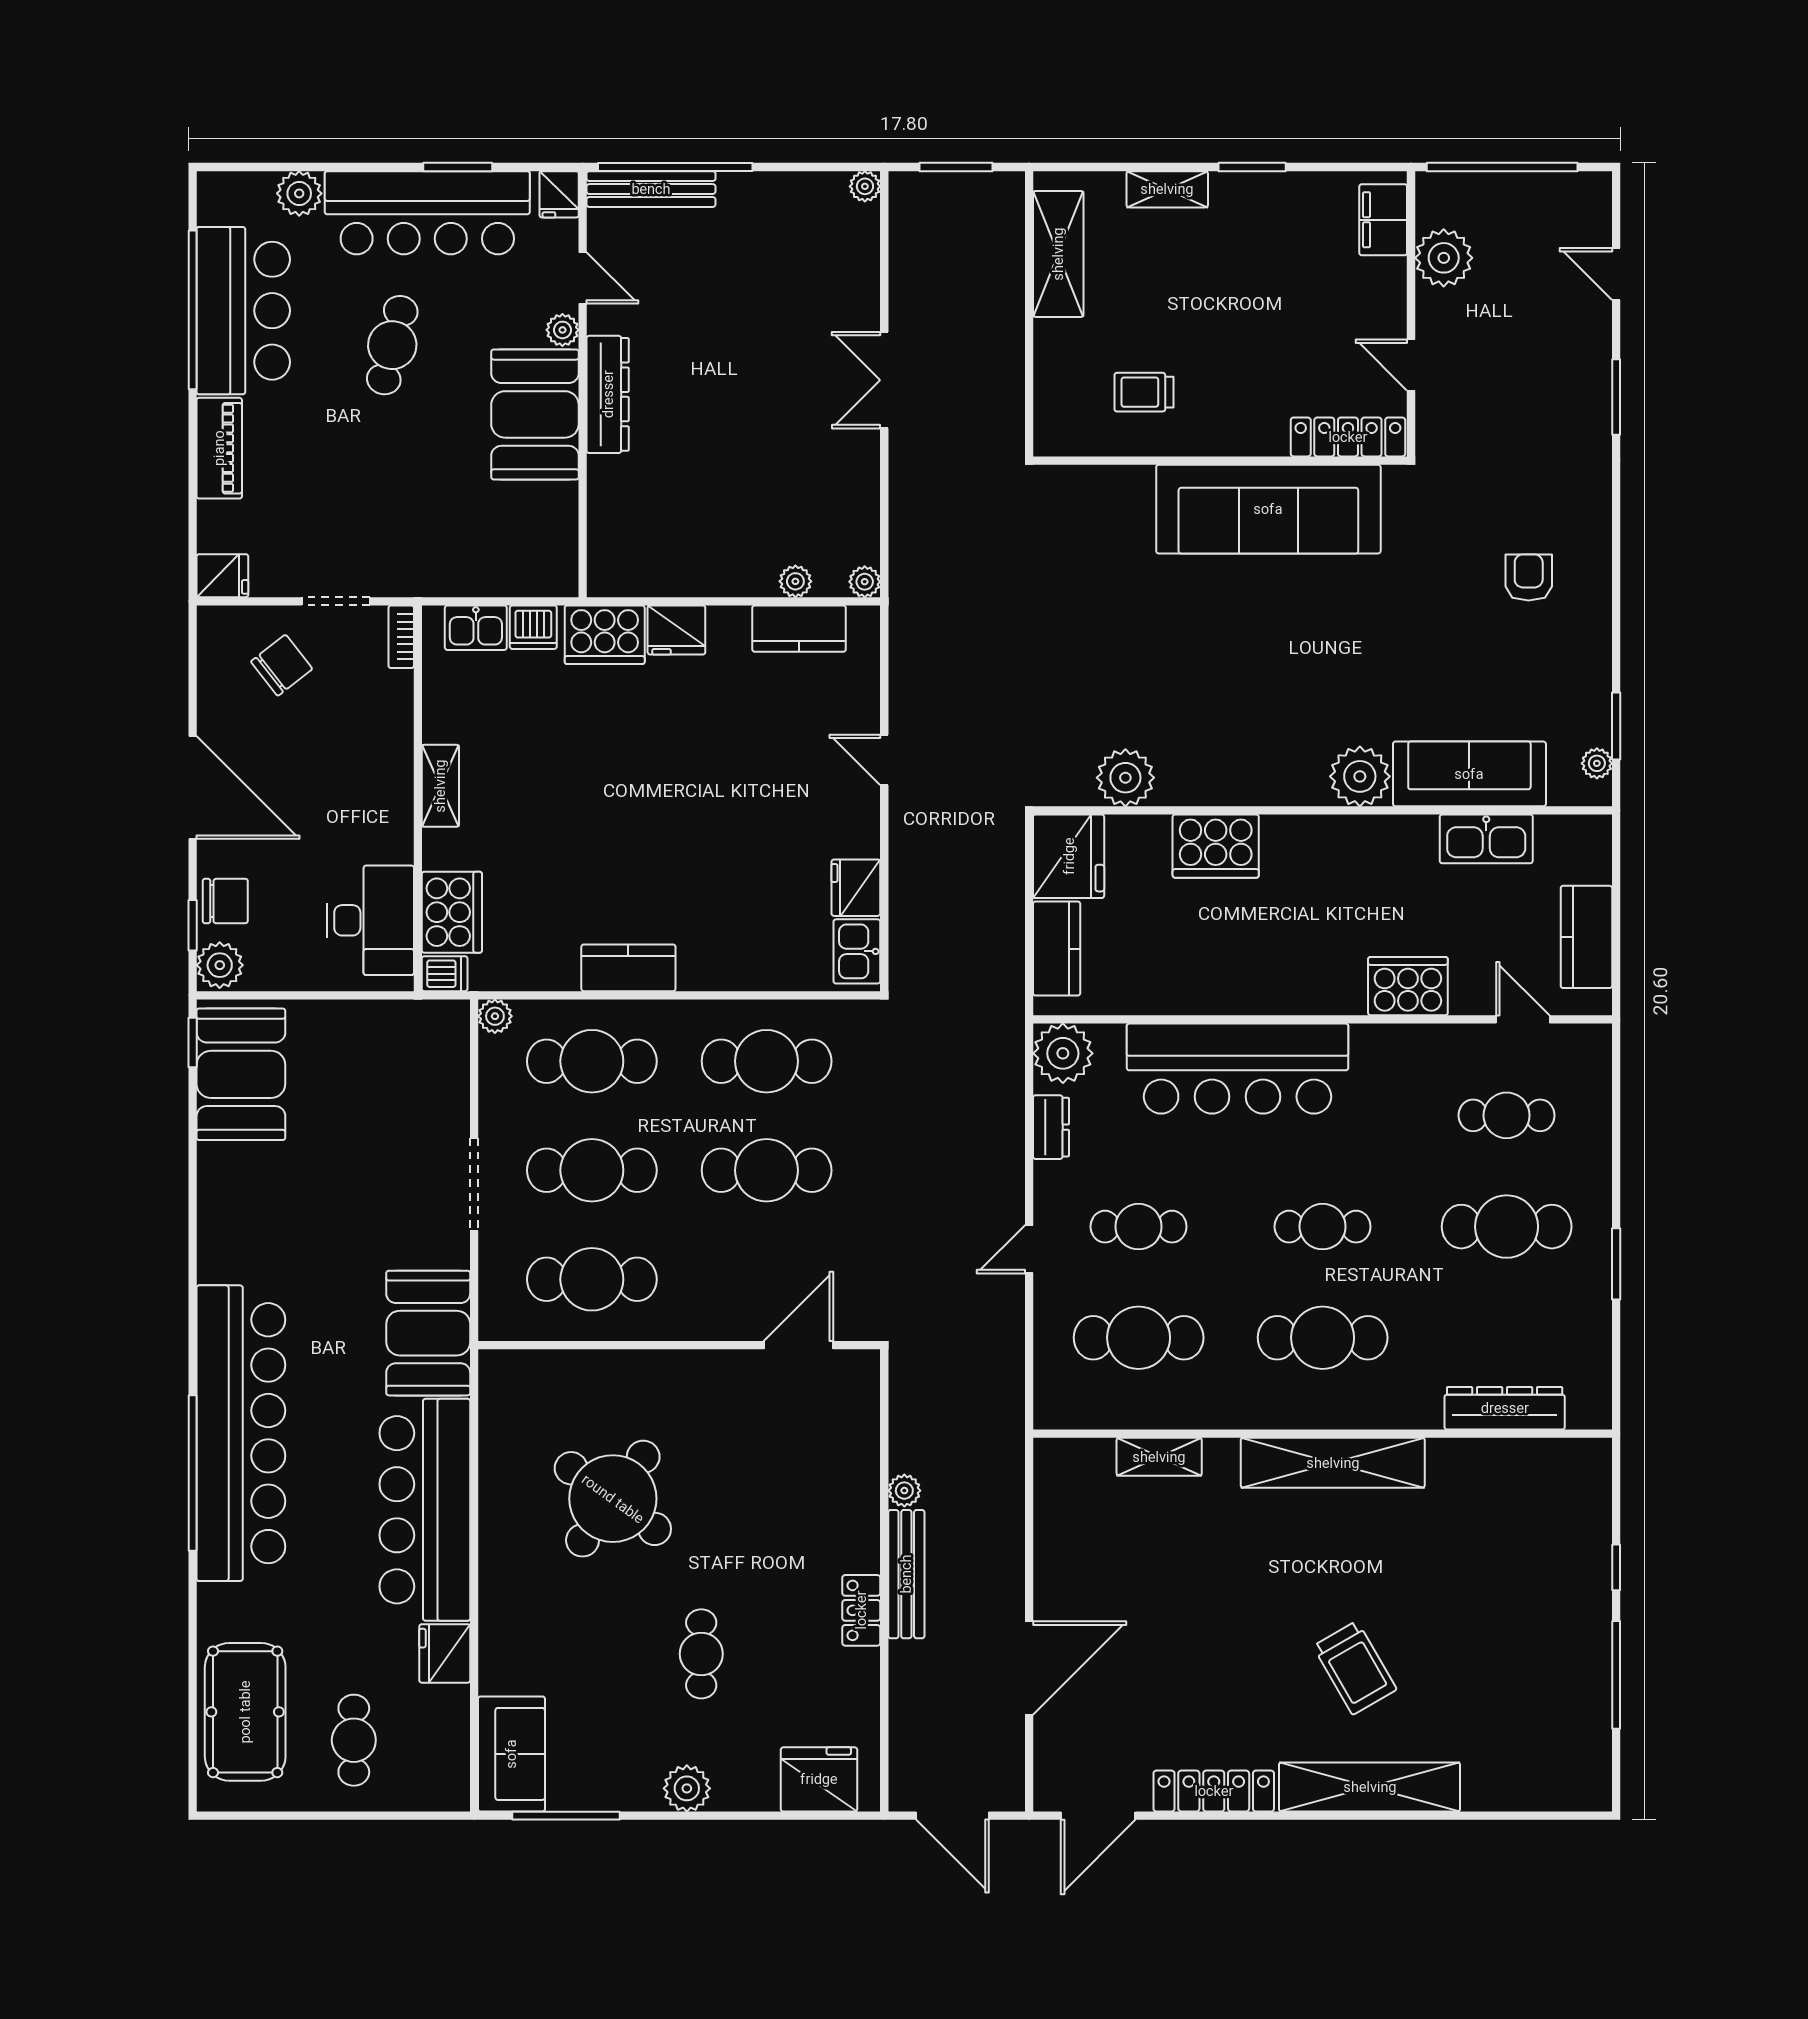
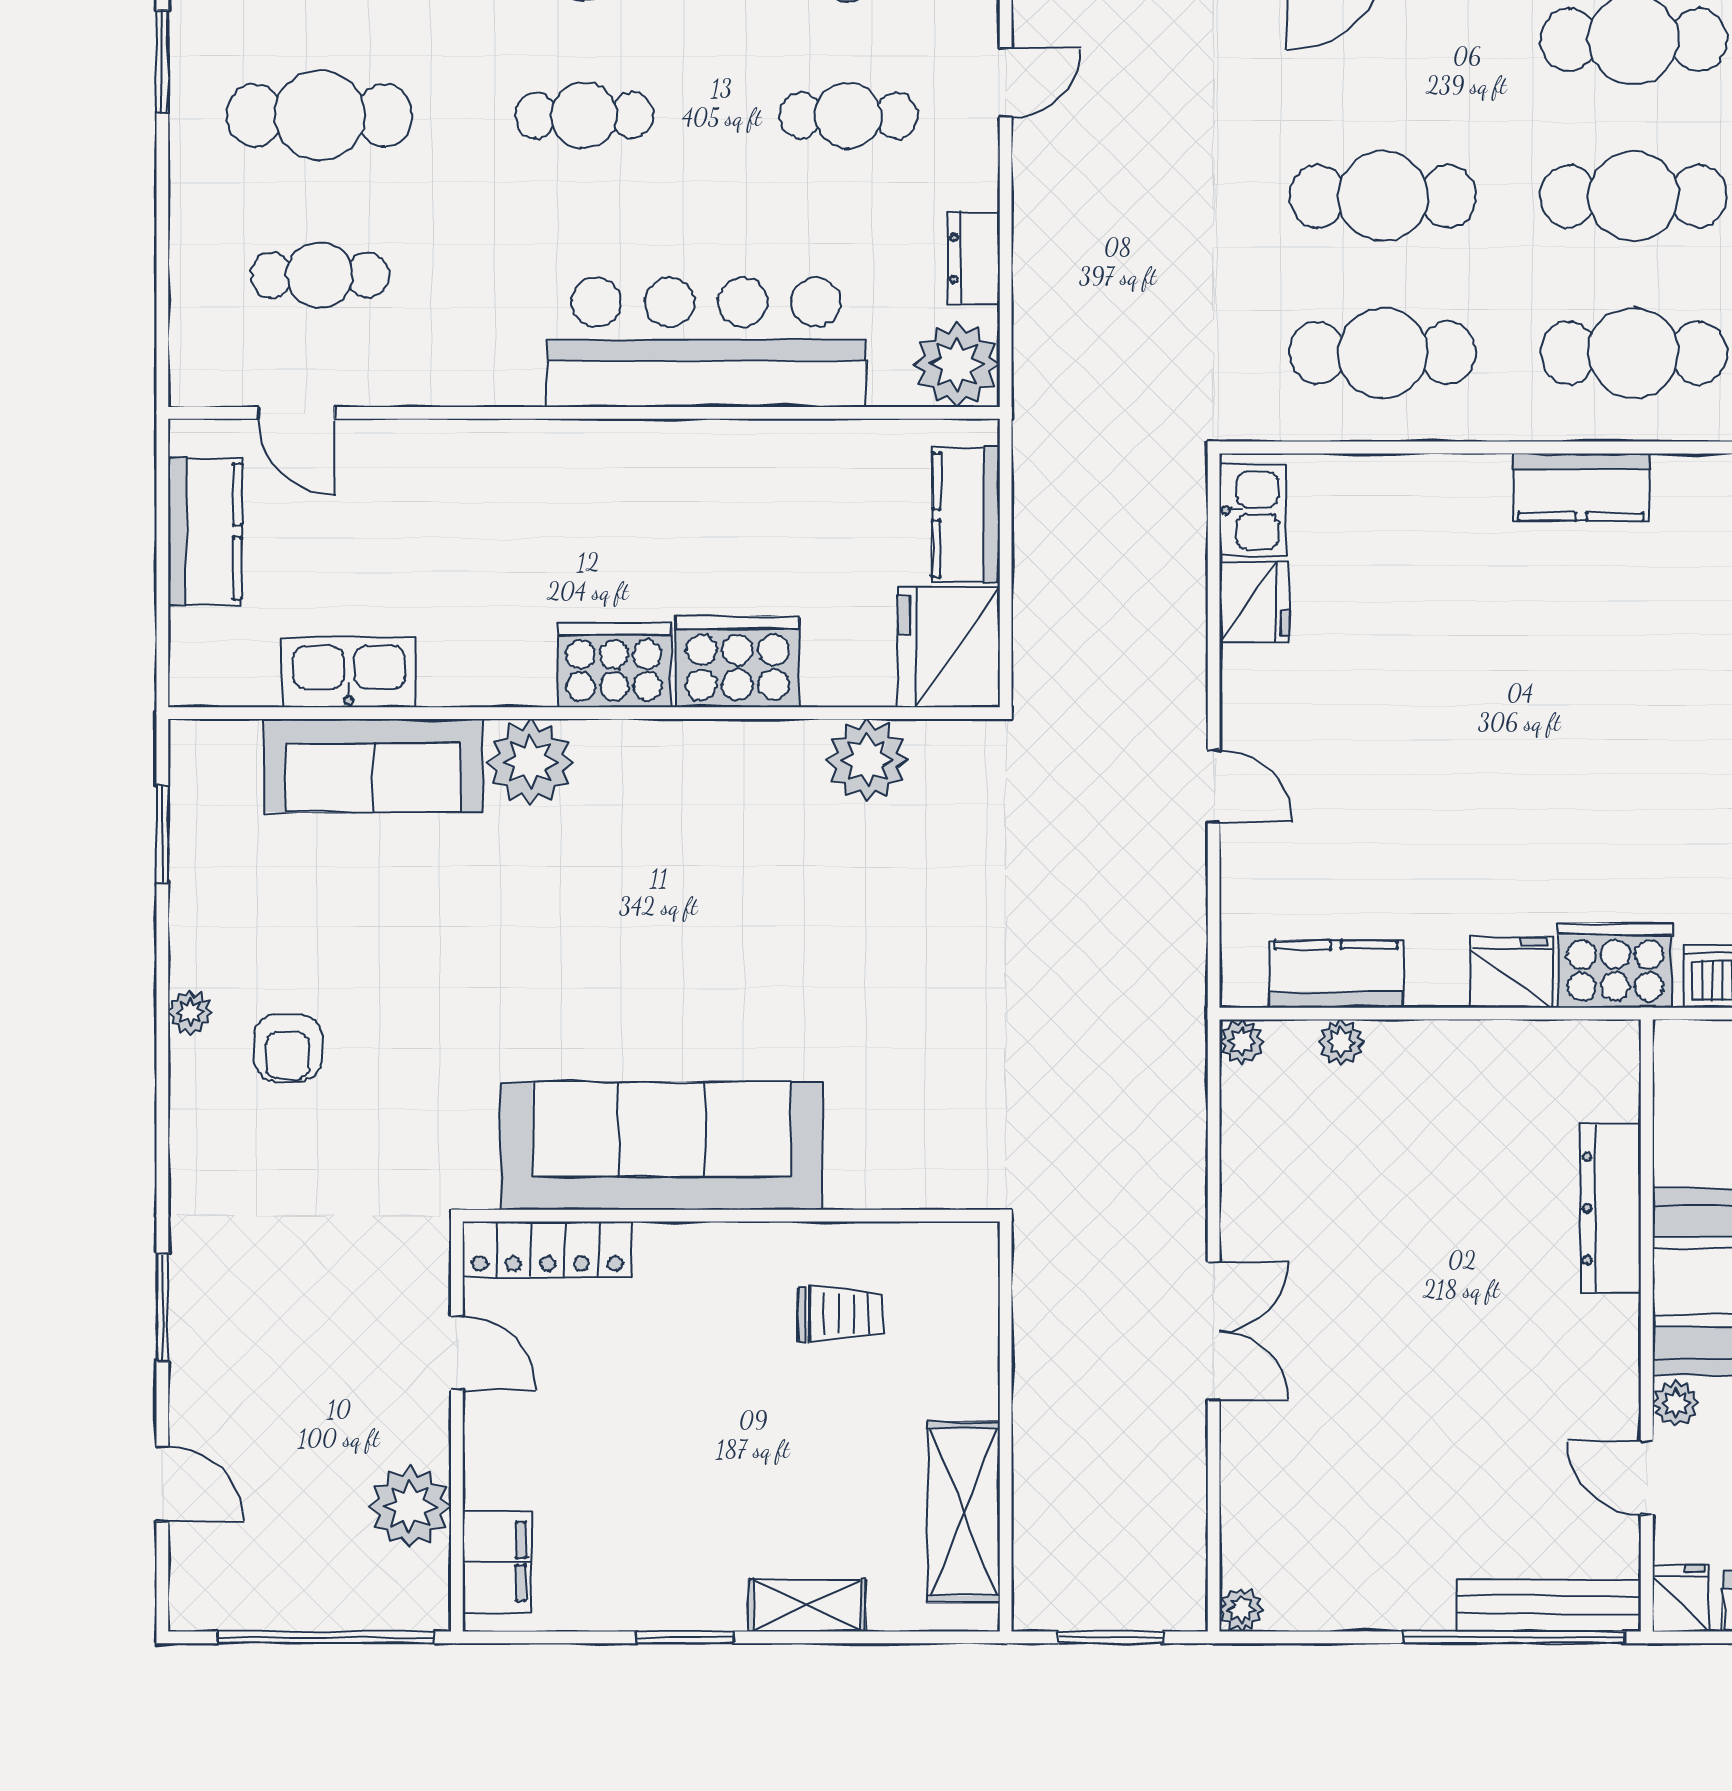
dresser: (608, 394) -> (1611, 1208), moved
plant: (1597, 763) -> (190, 1013), moved
cooker: (1408, 986) -> (614, 665), moved, turned 180

